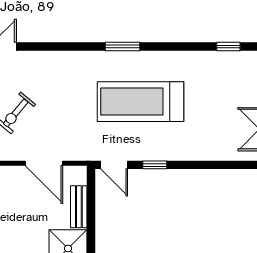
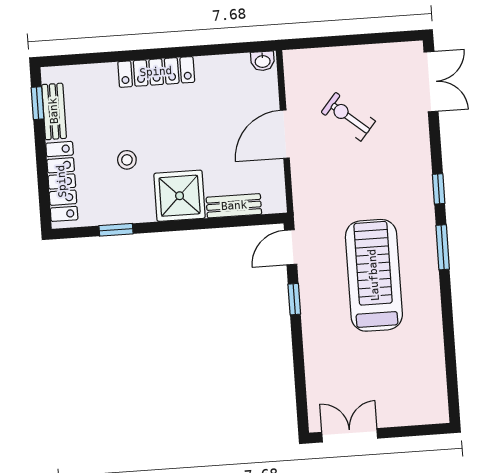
window: (228, 47) -> (439, 189), moved
door: (44, 163) -> (285, 134), moved

